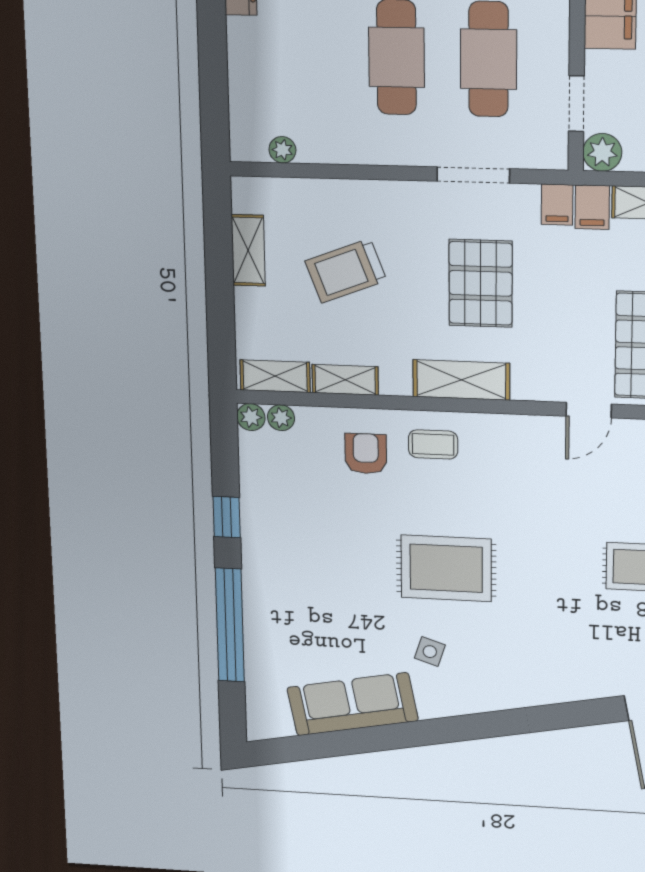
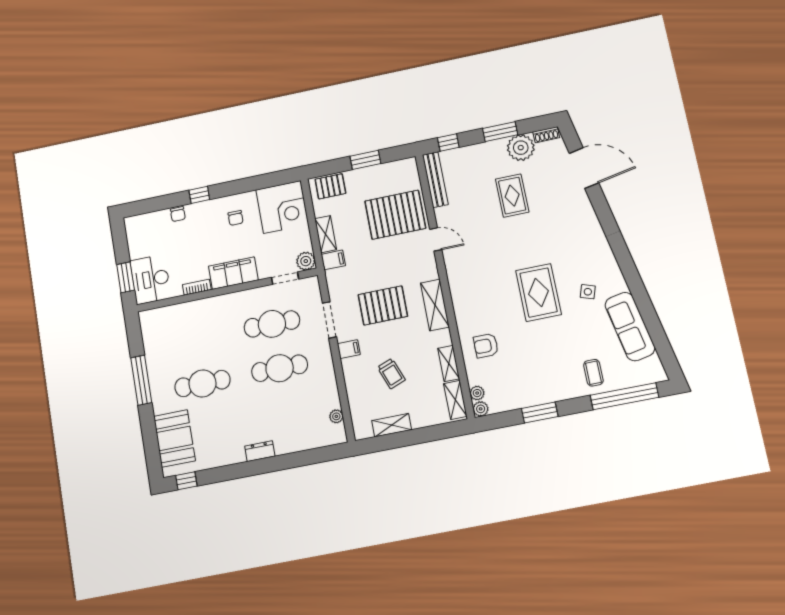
filing cabinet: (557, 205) -> (349, 349), moved
trolley: (346, 271) -> (391, 373), width x0.73, depth x0.72
coffee table: (433, 444) -> (593, 373), moved
window: (227, 517) -> (540, 413), width x1.50
window: (230, 625) -> (624, 396), moved

